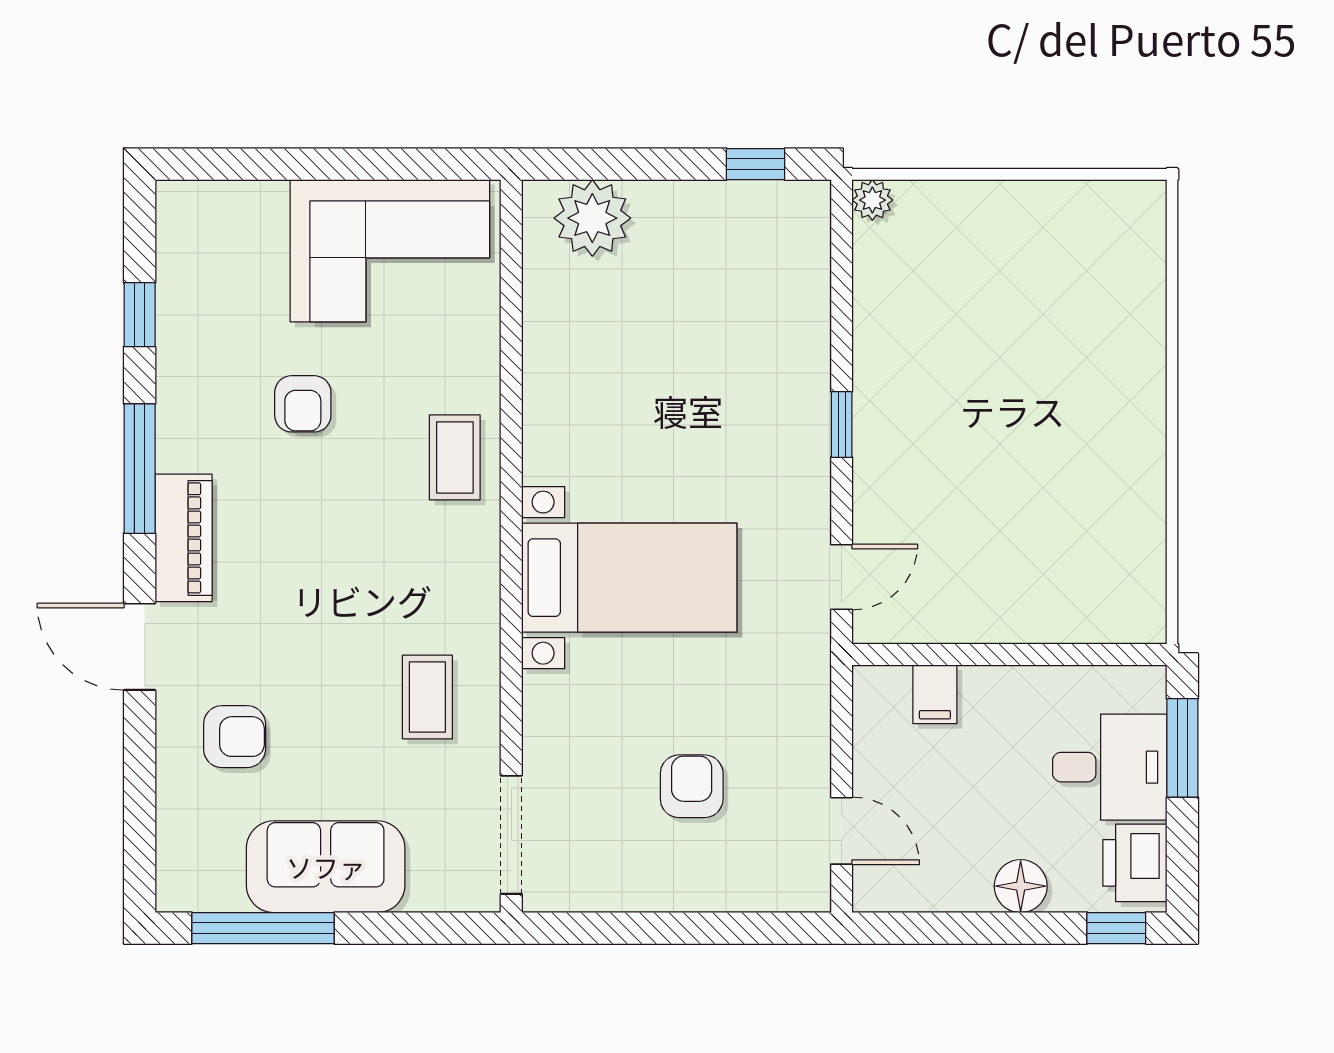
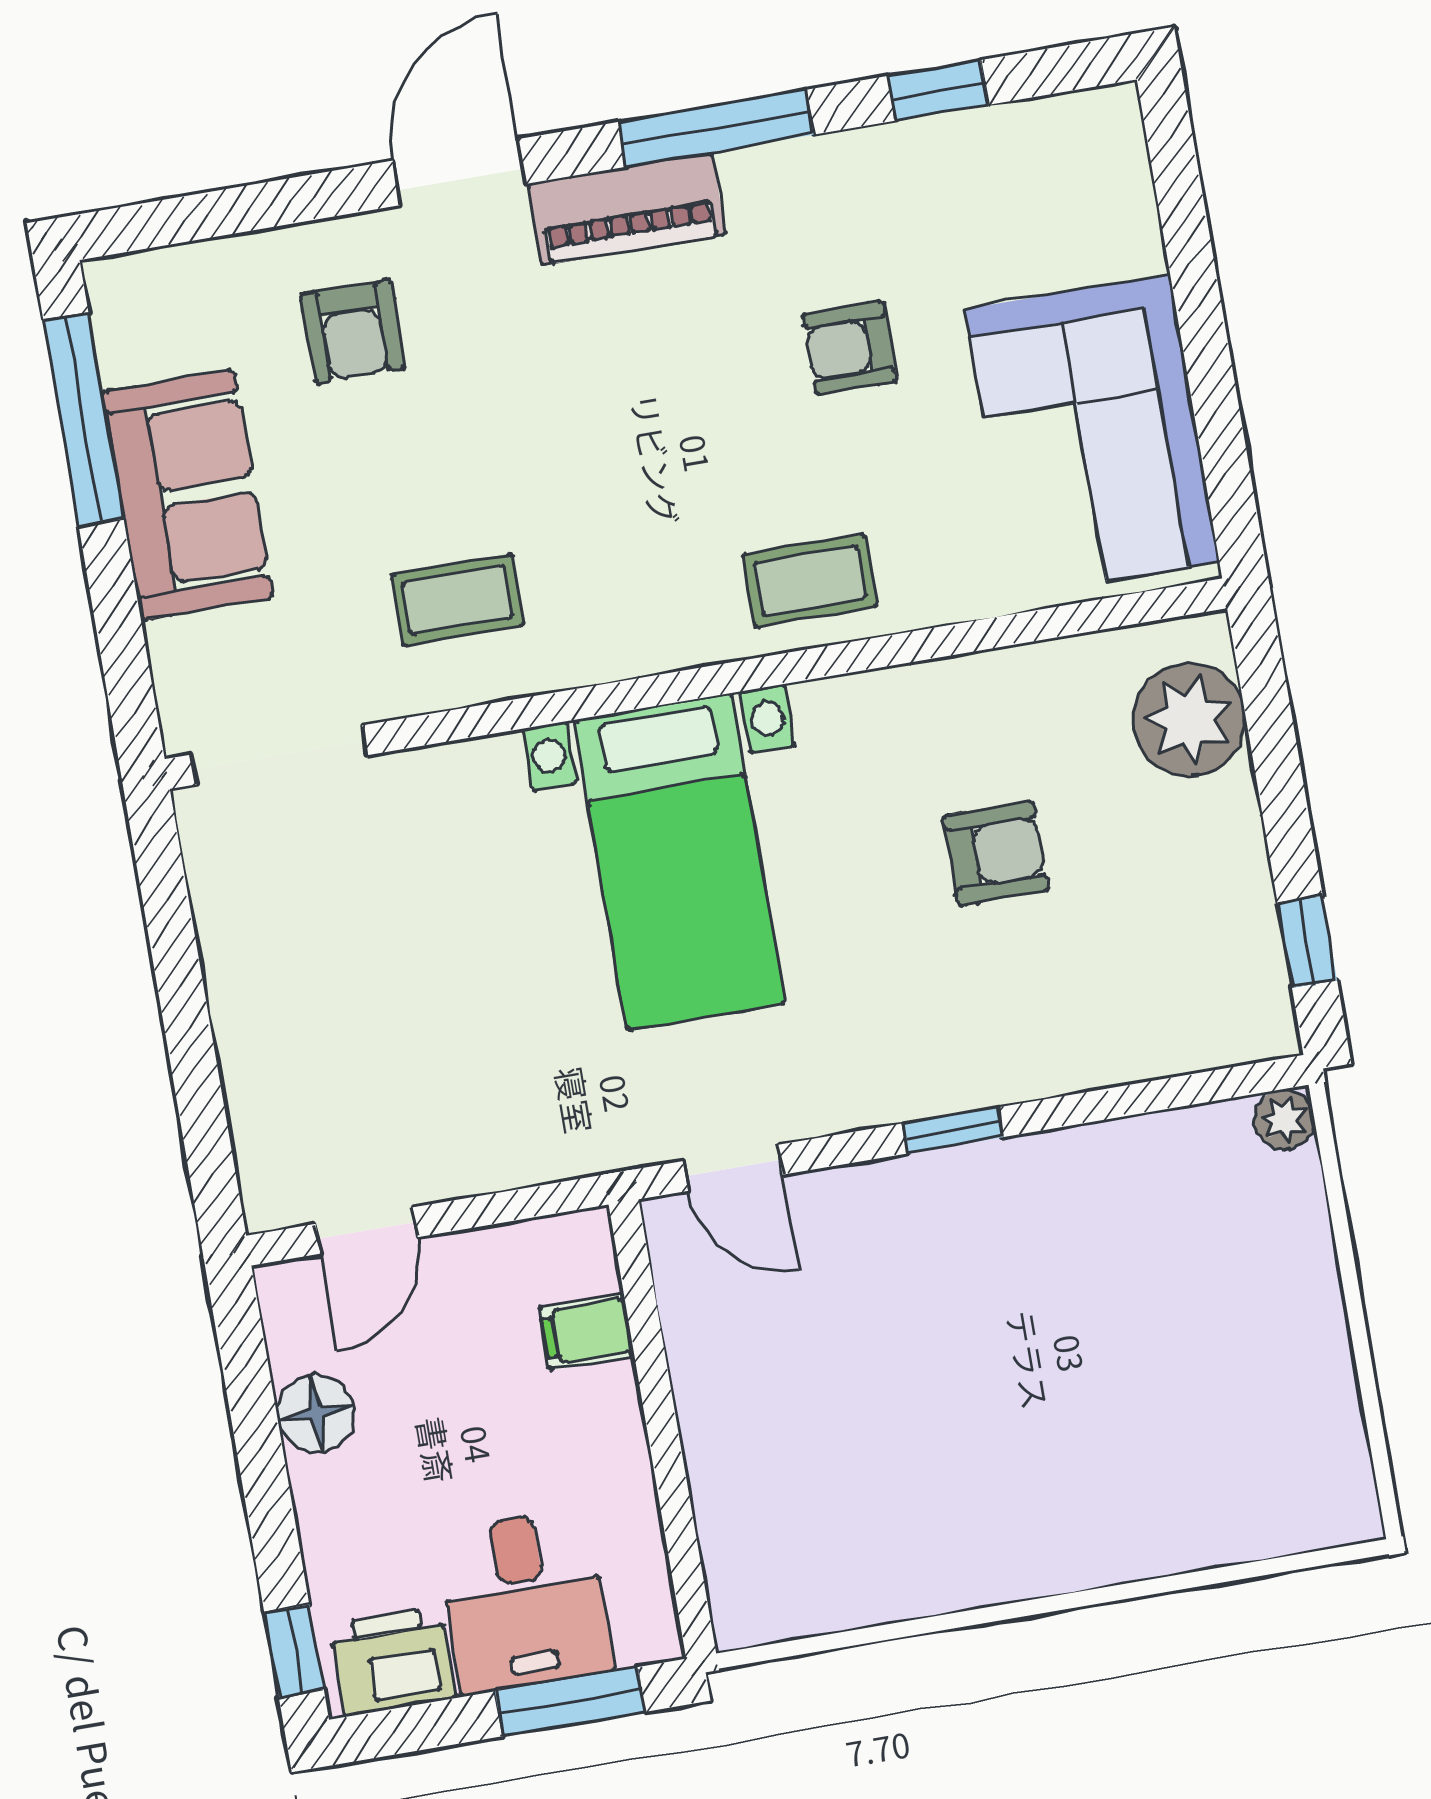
armchair: (692, 786) -> (996, 853), moved
floor lamp: (1021, 886) -> (316, 1413), moved

